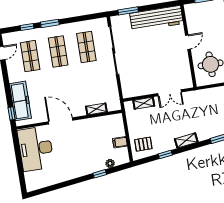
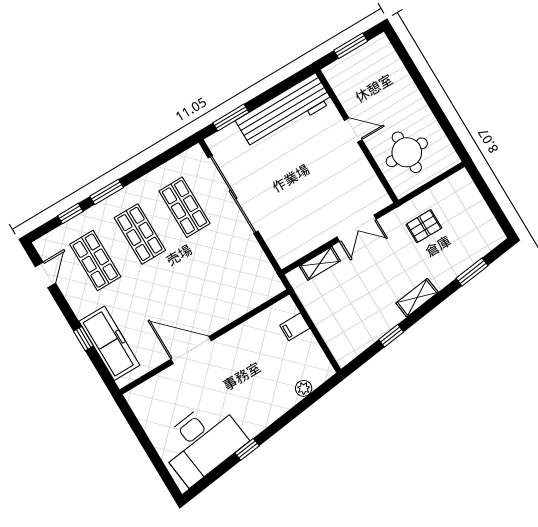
door: (188, 42) -> (353, 130), hinge flipped
shelving: (96, 109) -> (243, 305), removed
window: (11, 113) -> (83, 339), moved
filing cabinet: (120, 142) -> (295, 327), moved
pallet: (143, 144) -> (424, 226), moved
desk: (36, 149) -> (202, 442), moved, turned -97
window: (100, 174) -> (247, 449), moved

